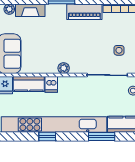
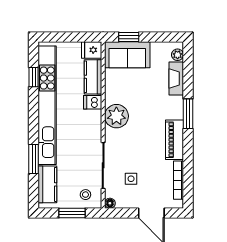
plant: (64, 68) -> (116, 116), width x1.87, depth x1.87
window: (47, 137) -> (34, 77), moved

